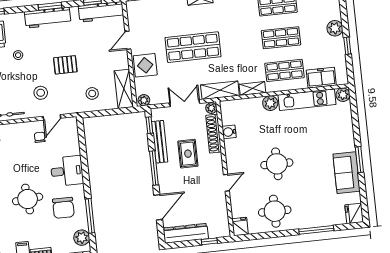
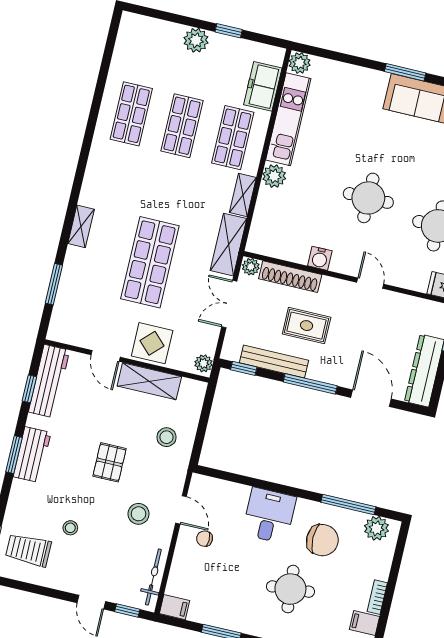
workbench: (48, 18) -> (32, 455), width x0.73
shelving: (124, 89) -> (149, 381), moved
water cooler: (229, 132) -> (320, 258), moved

